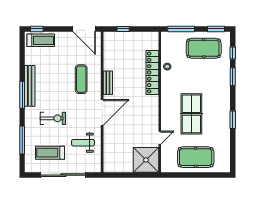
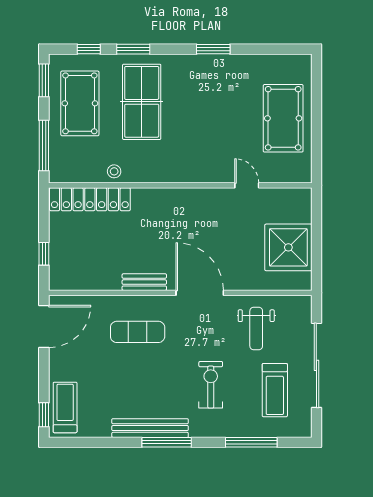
locker: (152, 72) -> (90, 199), moved
table tennis table: (191, 114) -> (142, 102), moved, turned 90
shower: (146, 160) -> (288, 247), moved

